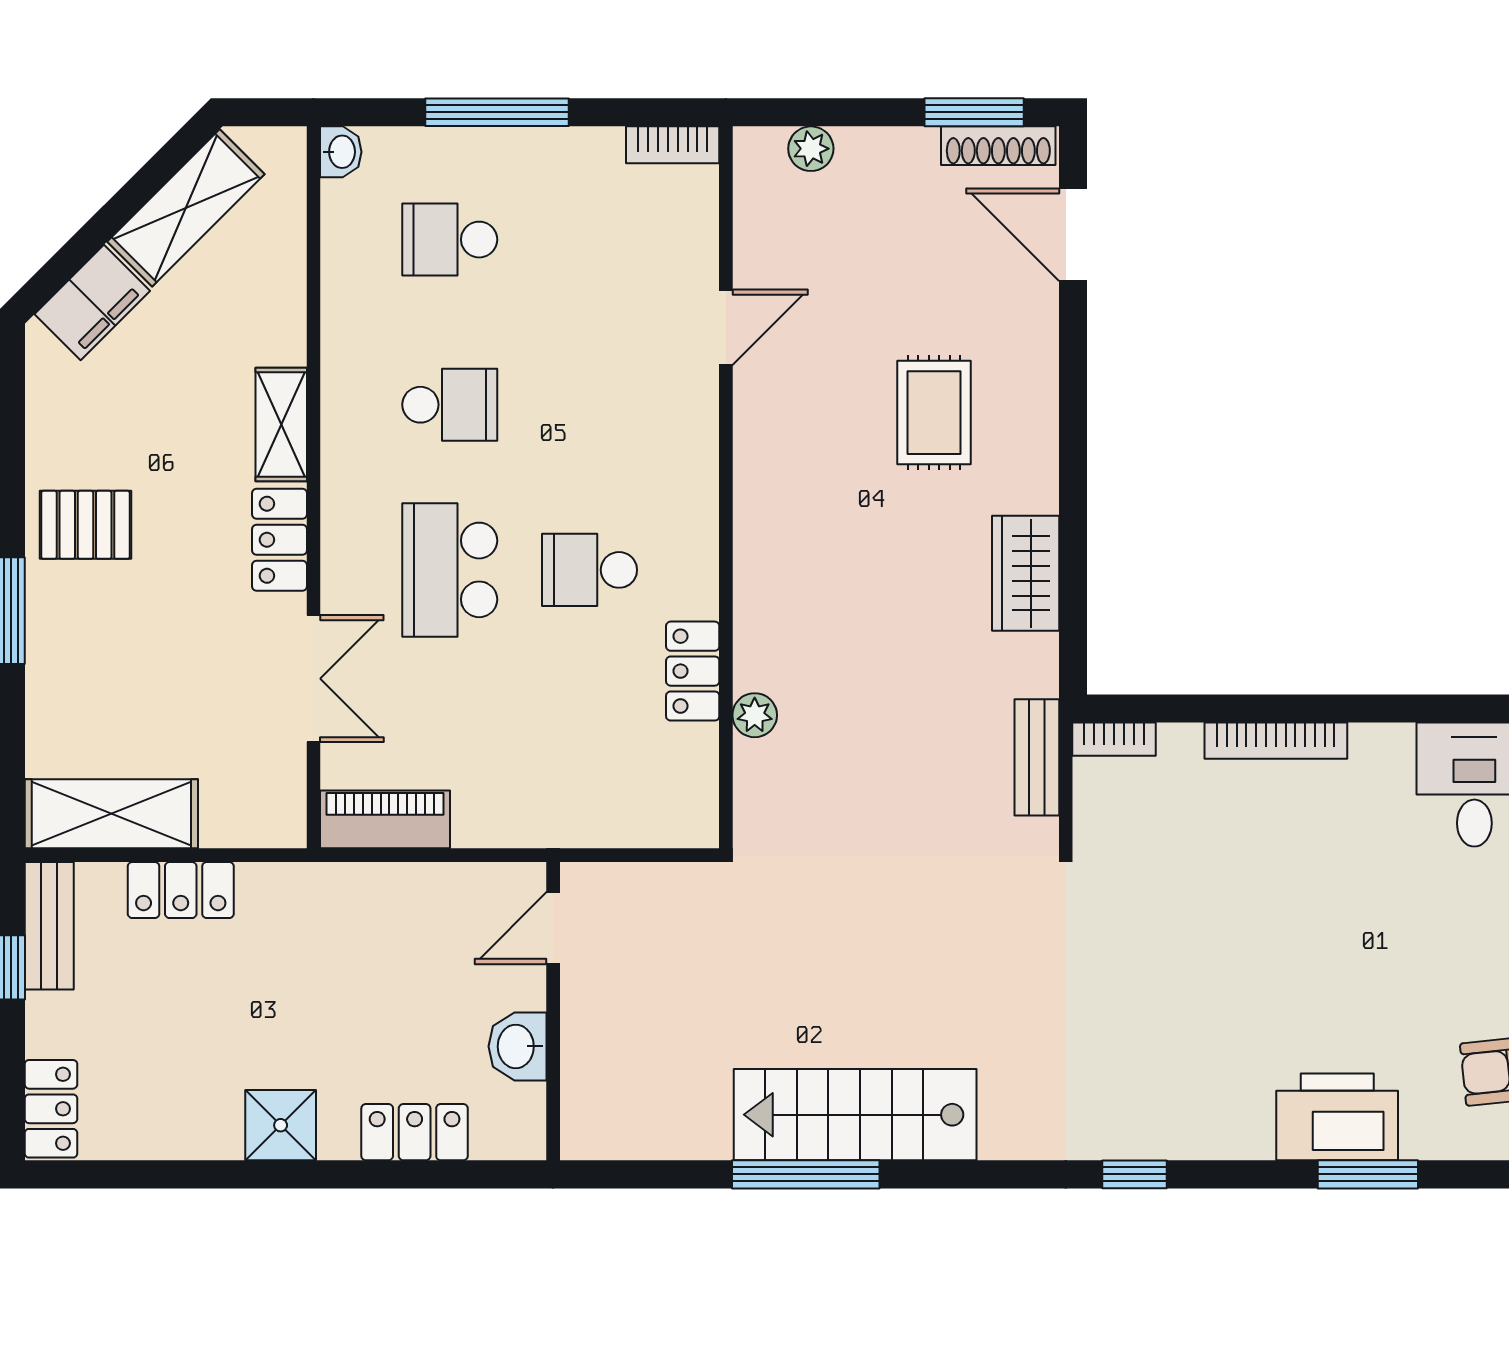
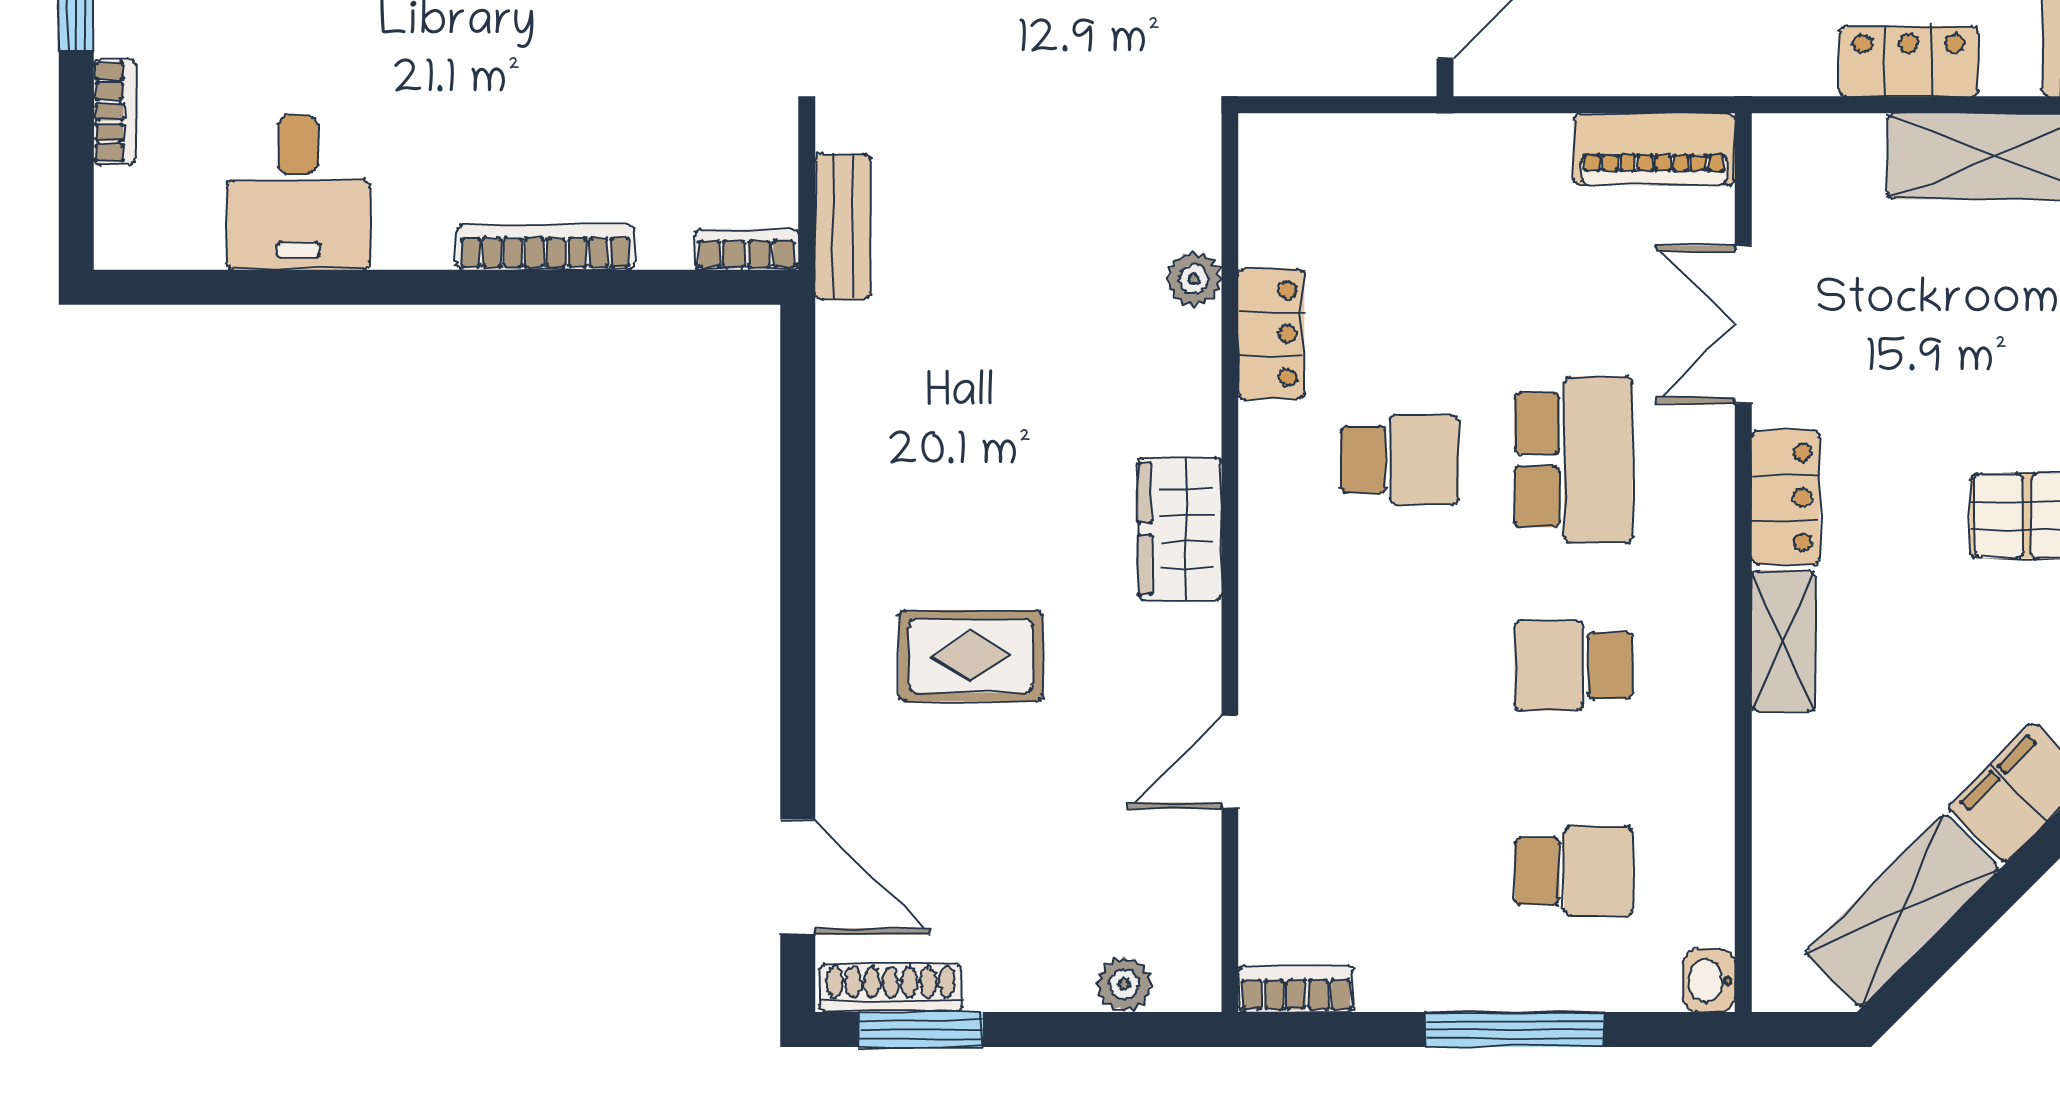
rug: (934, 413) -> (971, 656), turned 90
wardrobe: (1026, 573) -> (1180, 529), moved, turned 180

